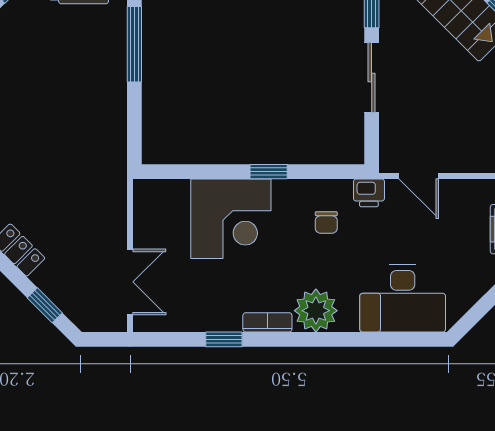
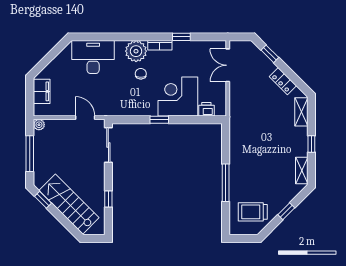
sliding door: (372, 77) -> (108, 145), moved
printer: (369, 193) -> (206, 109), moved
chair: (326, 222) -> (141, 74), moved

